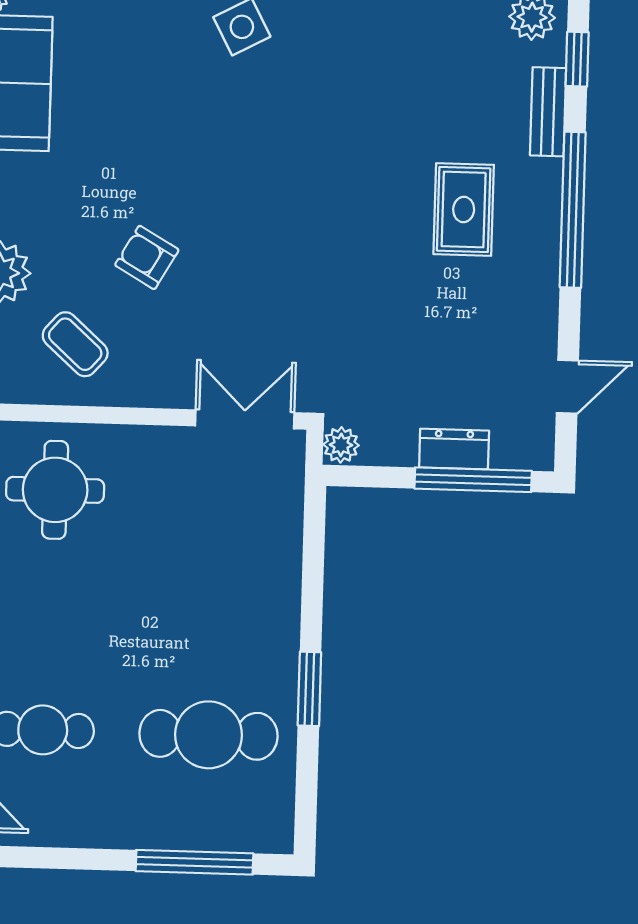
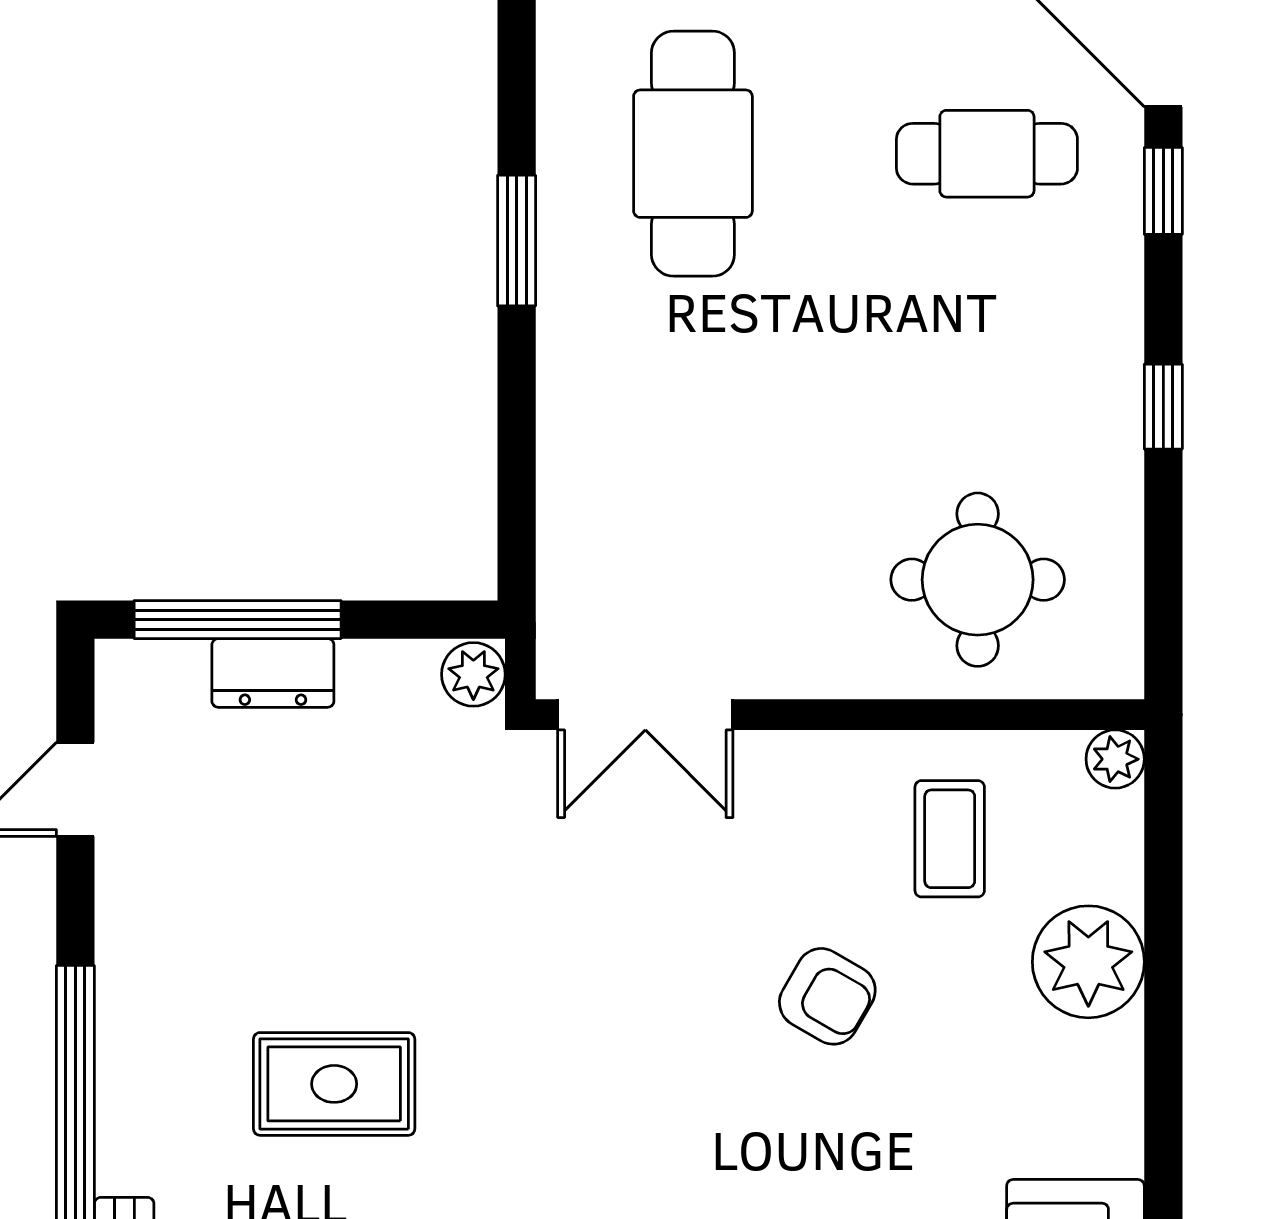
rug: (464, 209) -> (334, 1084), moved, turned 90
coffee table: (75, 344) -> (950, 839), turned 48
cafe table: (208, 735) -> (693, 154), turned 90

